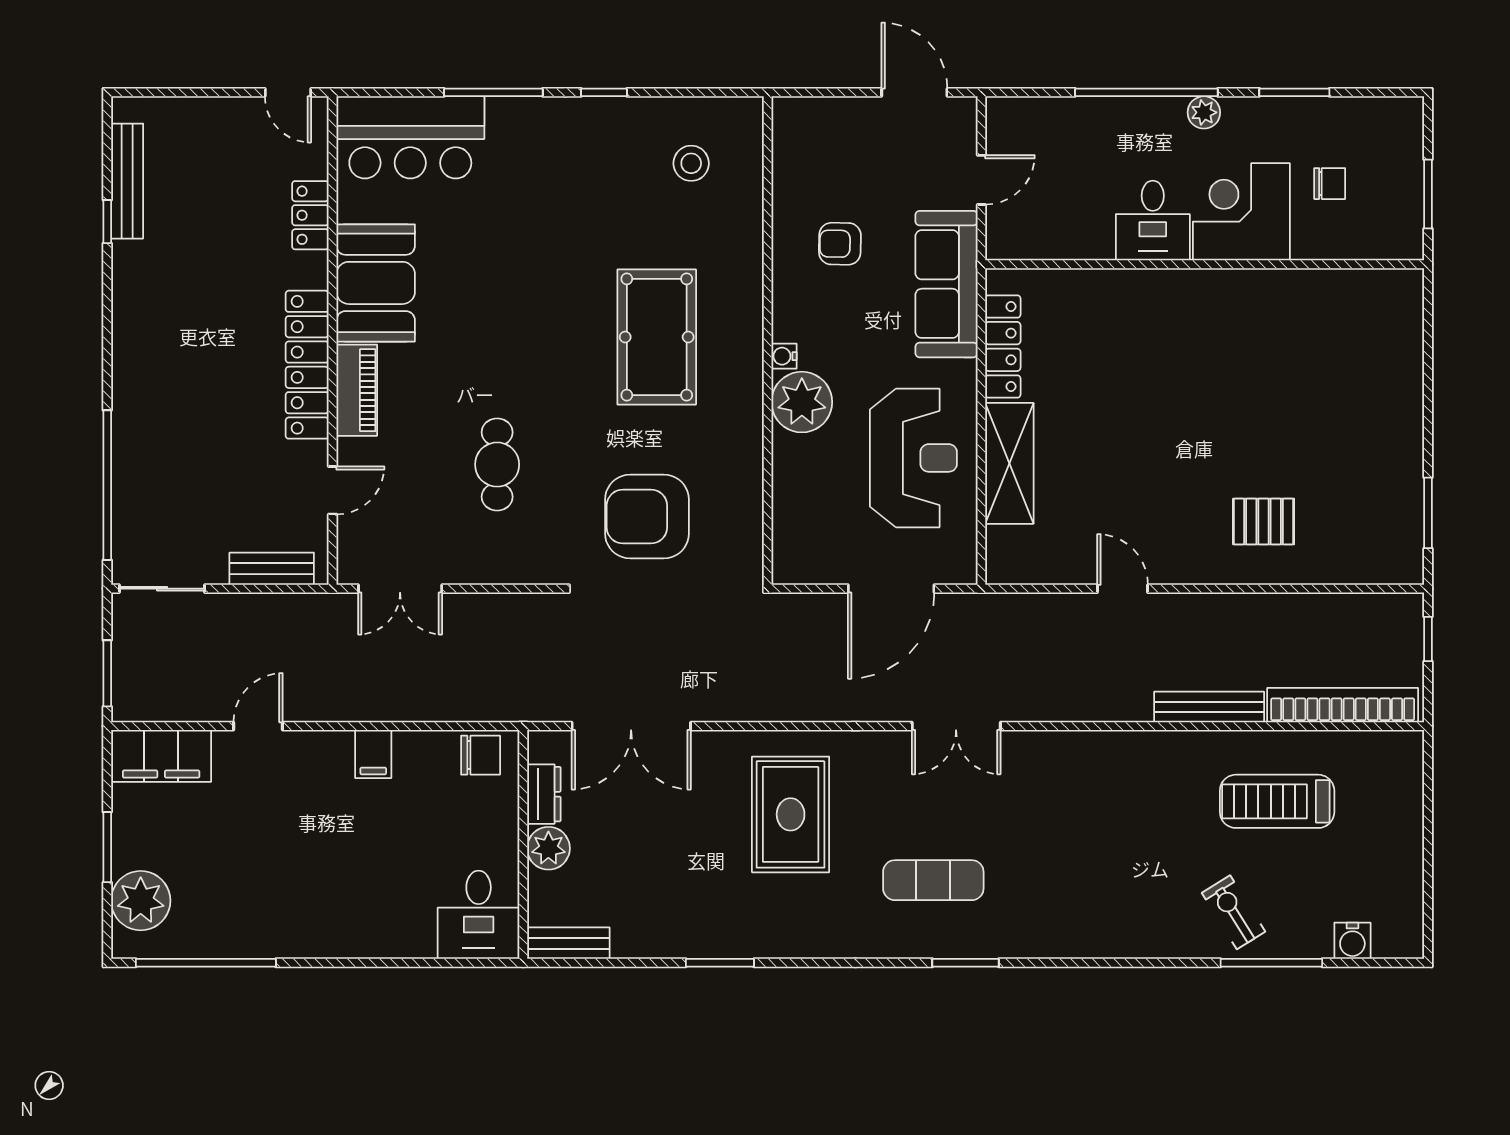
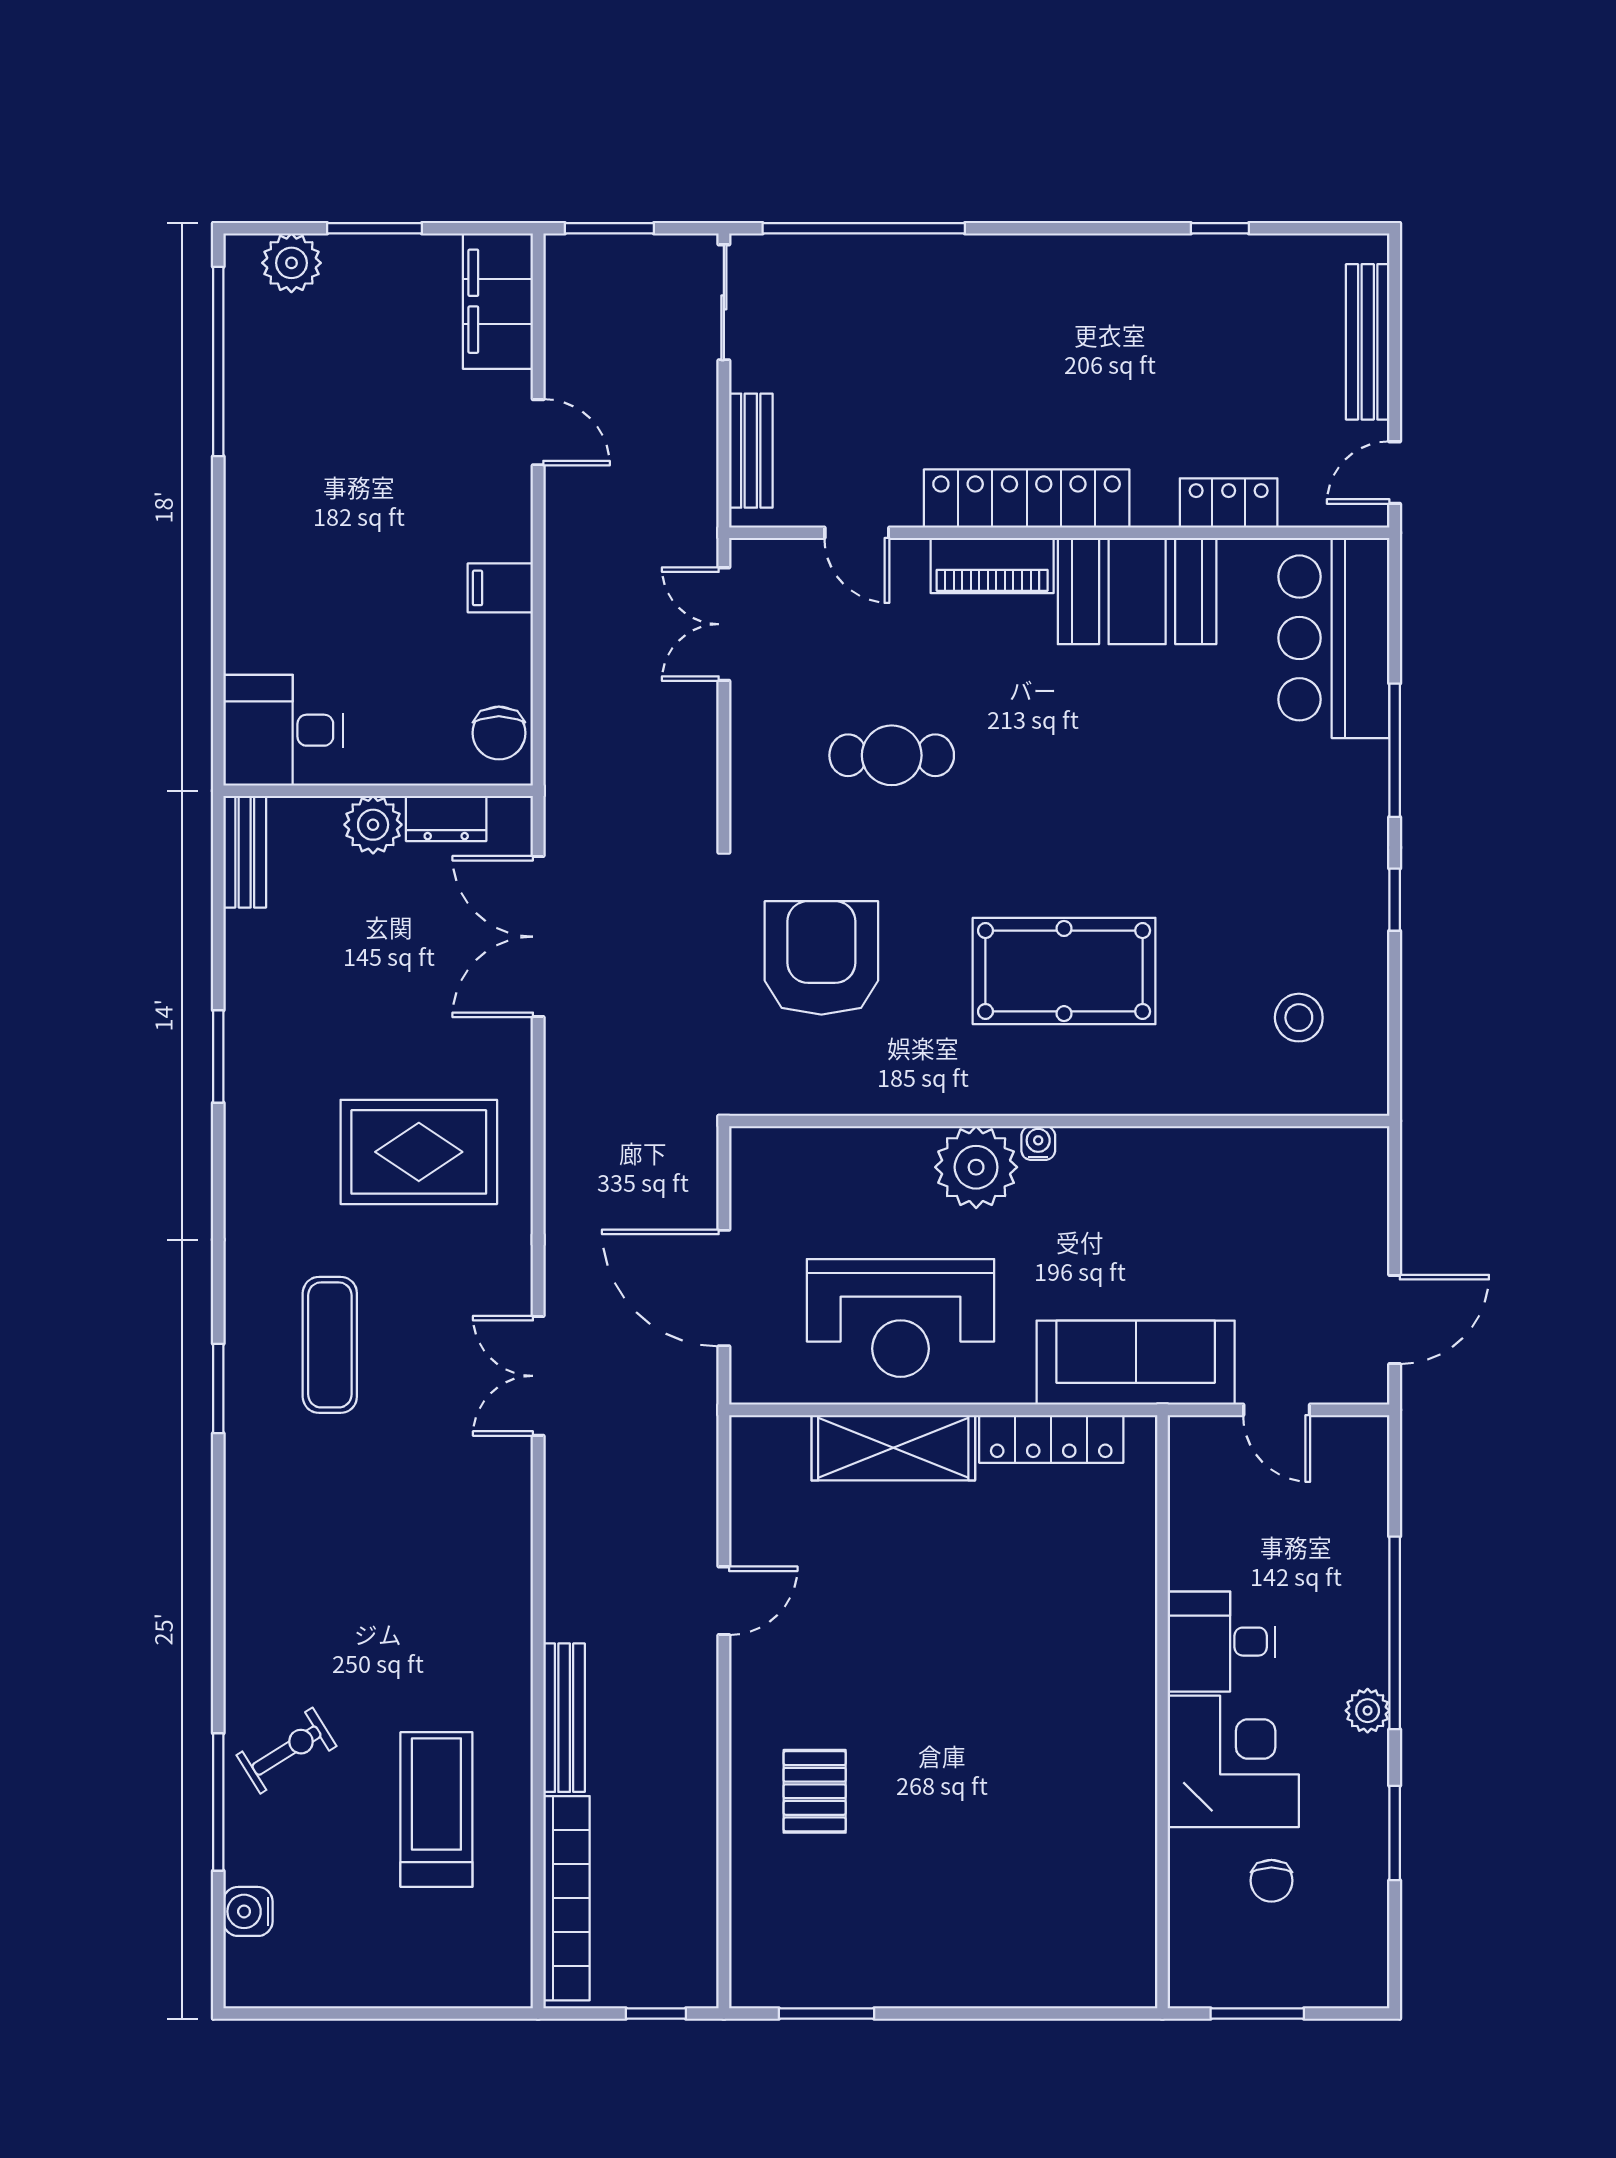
bench: (127, 181) -> (1368, 342), moved, turned 90
armchair: (840, 244) -> (1190, 1219), removed
plant: (141, 901) -> (291, 263), width x0.73, depth x0.73

